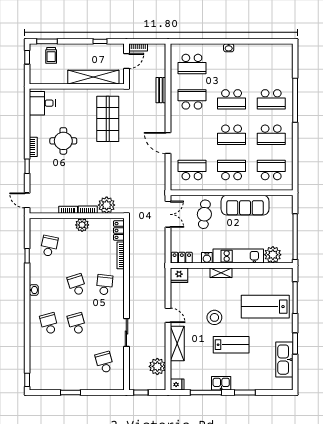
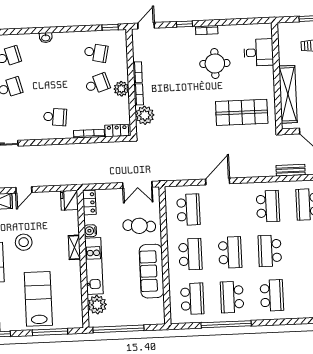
bench: (161, 90) -> (291, 170), moved
school desk: (271, 99) -> (272, 295), turned 180
window: (295, 100) -> (226, 324), moved
desk: (42, 103) -> (259, 52), moved, turned 90
school desk: (232, 135) -> (230, 252), turned 180
window: (27, 256) -> (110, 27), moved
school desk: (77, 285) -> (97, 84), moved

